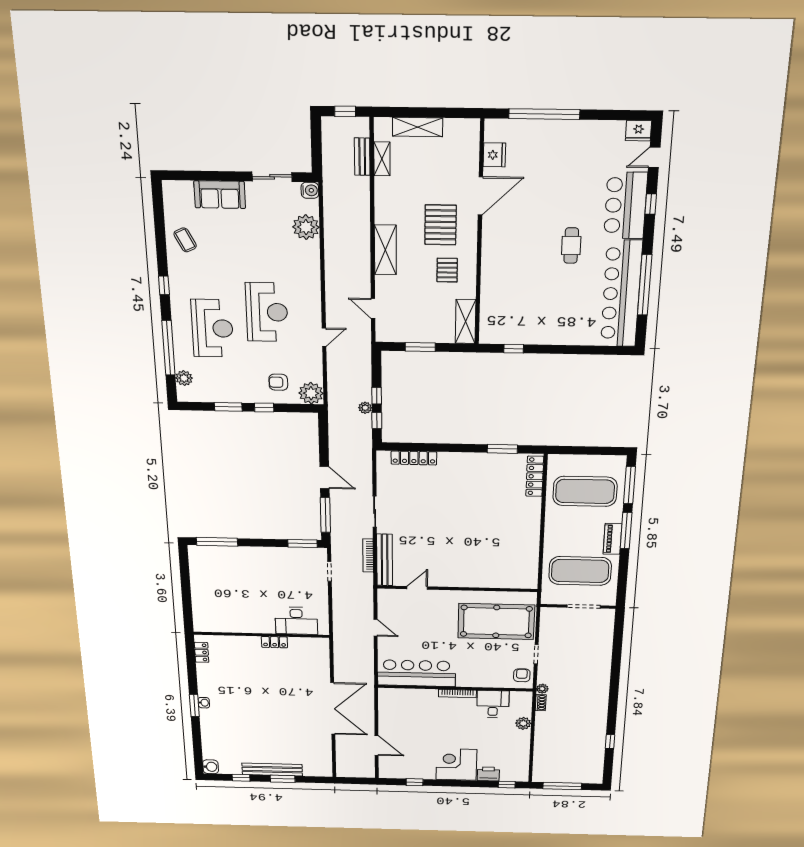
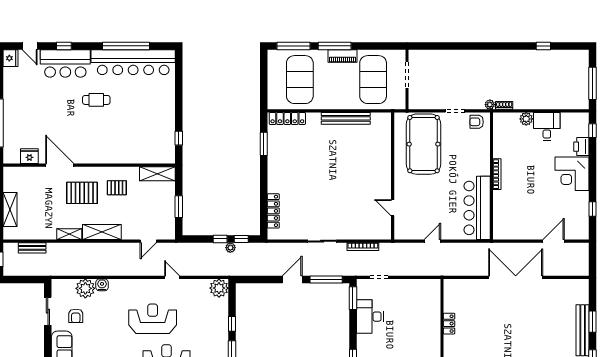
shelving: (382, 159) -> (69, 234), moved
water cooler: (310, 190) -> (102, 285), moved
armchair: (278, 382) -> (76, 316), moved
bench: (385, 560) -> (346, 118), moved
desk: (296, 621) -> (370, 317), moved, turned 180
desk: (493, 704) -> (547, 126), moved, turned 90

